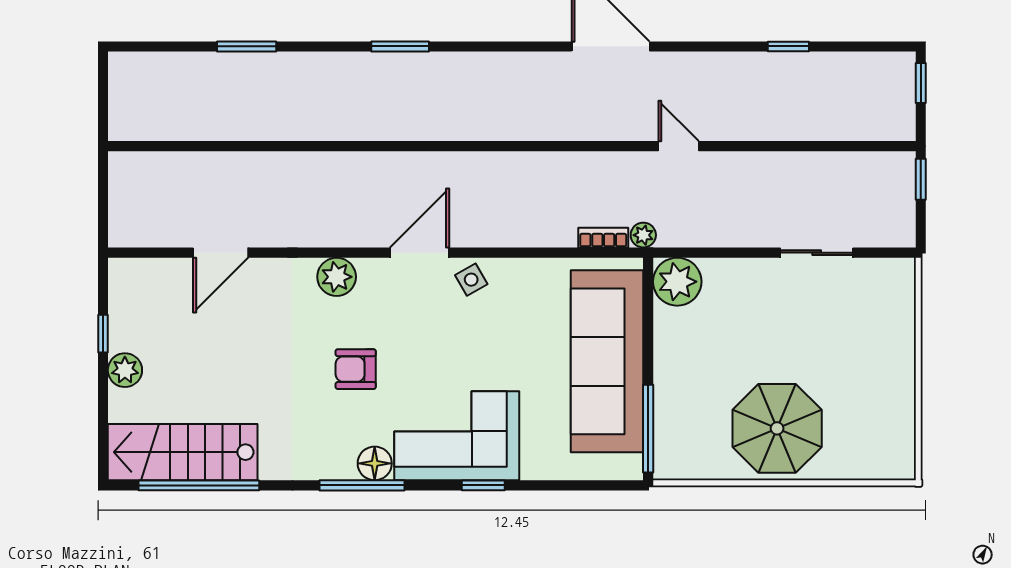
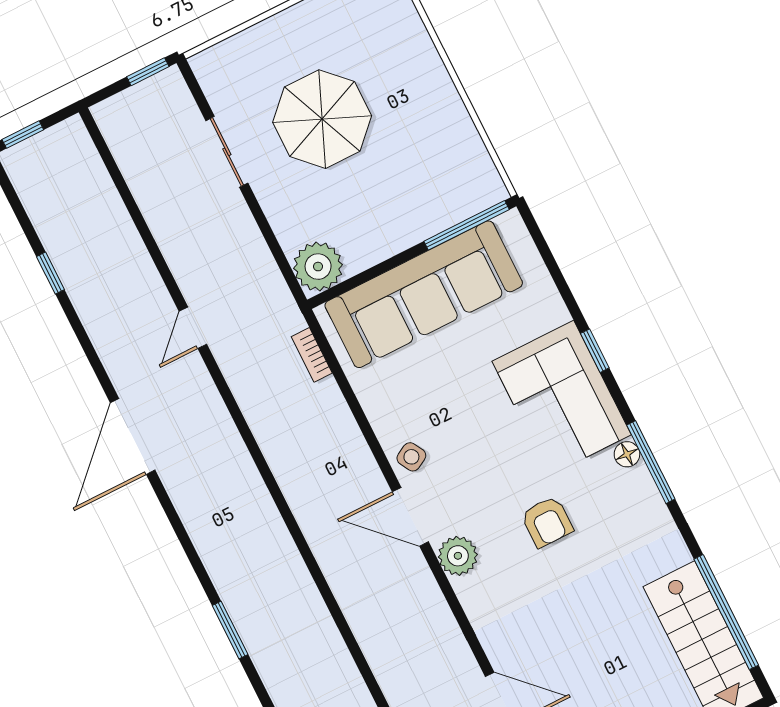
window: (921, 179) -> (148, 72), moved
plant: (643, 235) -> (291, 319), removed
plant: (337, 277) -> (458, 556), moved
parasol: (777, 428) -> (322, 119), moved
floor lamp: (375, 463) -> (627, 454), width x0.73, depth x0.73

